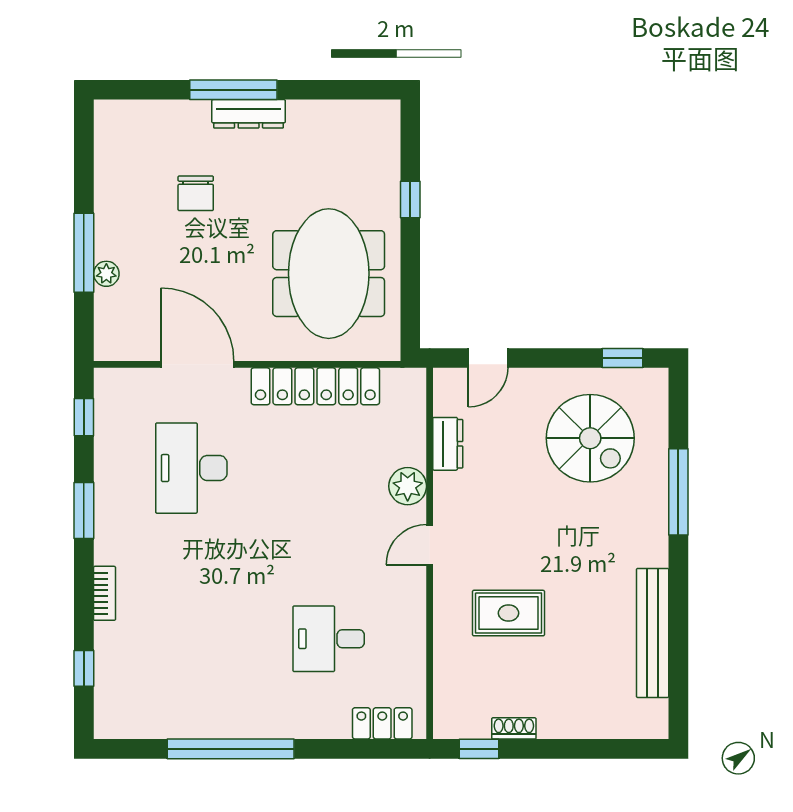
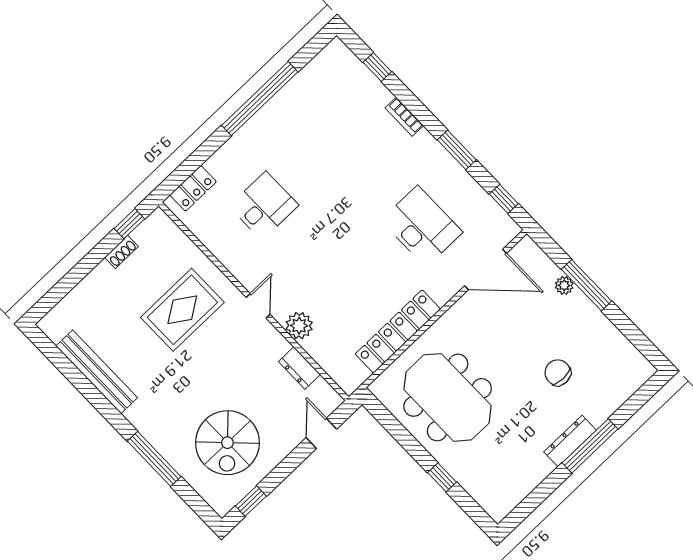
door: (197, 364) -> (485, 270), moved
spiral stairs: (590, 438) -> (227, 443), turned -90
rug: (508, 613) -> (182, 310), width x1.36, depth x1.43

